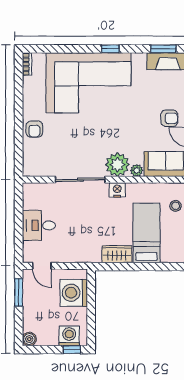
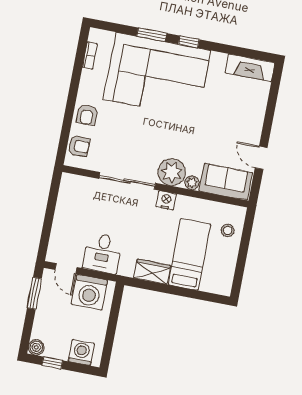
window: (163, 49) -> (152, 35), moved
bookcase: (27, 64) -> (90, 55), moved
armchair: (169, 118) -> (79, 146), moved
desk: (39, 225) -> (102, 253), moved, turned -90
washing machine: (74, 293) -> (89, 292), moved, turned -90
window: (72, 350) -> (52, 363), moved

